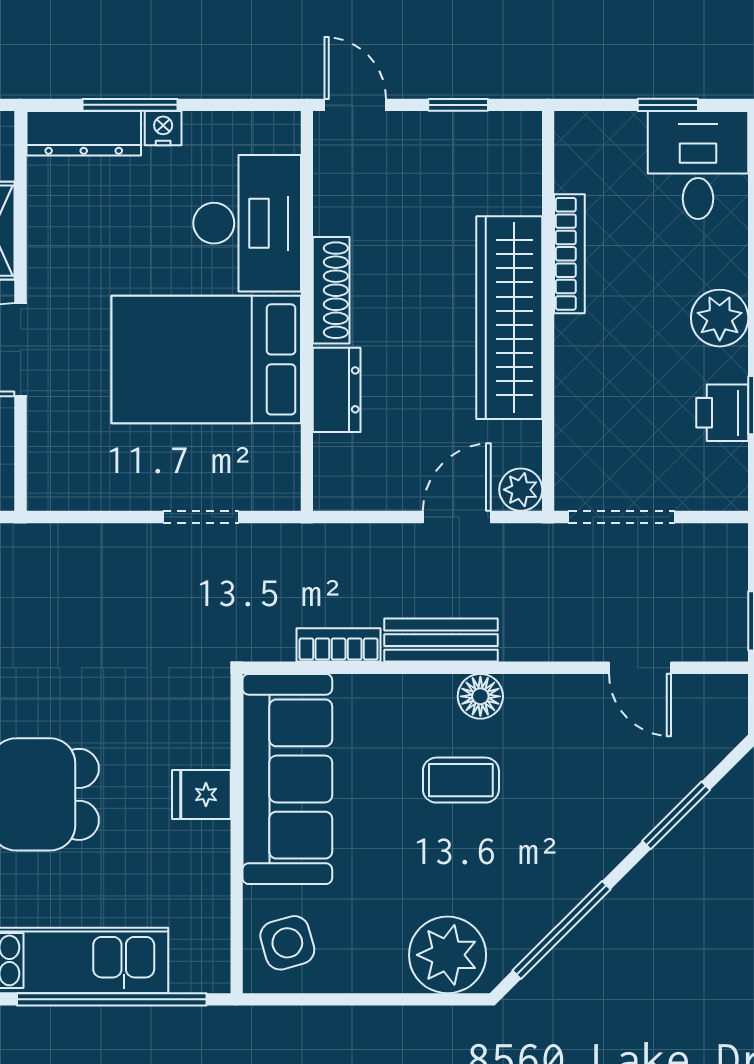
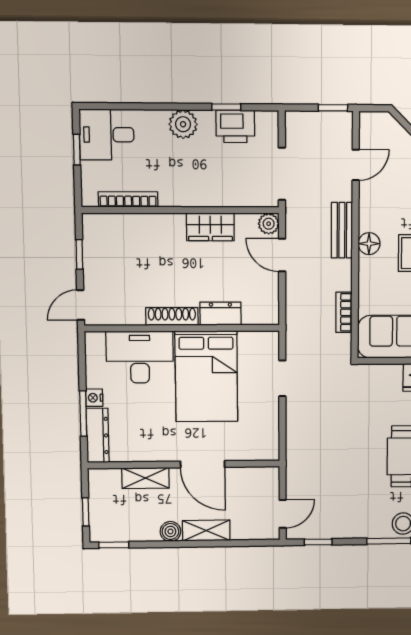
bookcase: (569, 254) -> (128, 199), moved
wardrobe: (509, 318) -> (210, 227), width x0.48, depth x0.85
printer: (722, 413) -> (235, 126), width x1.36, depth x1.24
bench: (441, 640) -> (342, 230), moved

